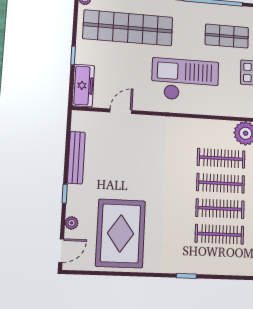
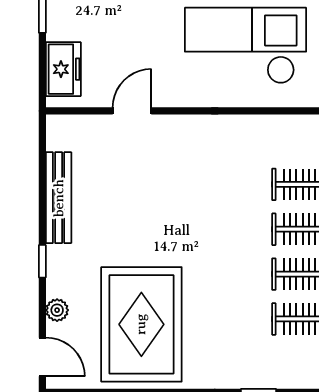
freezer: (83, 86) -> (63, 69), width x0.71
door: (61, 251) -> (42, 357), hinge flipped

